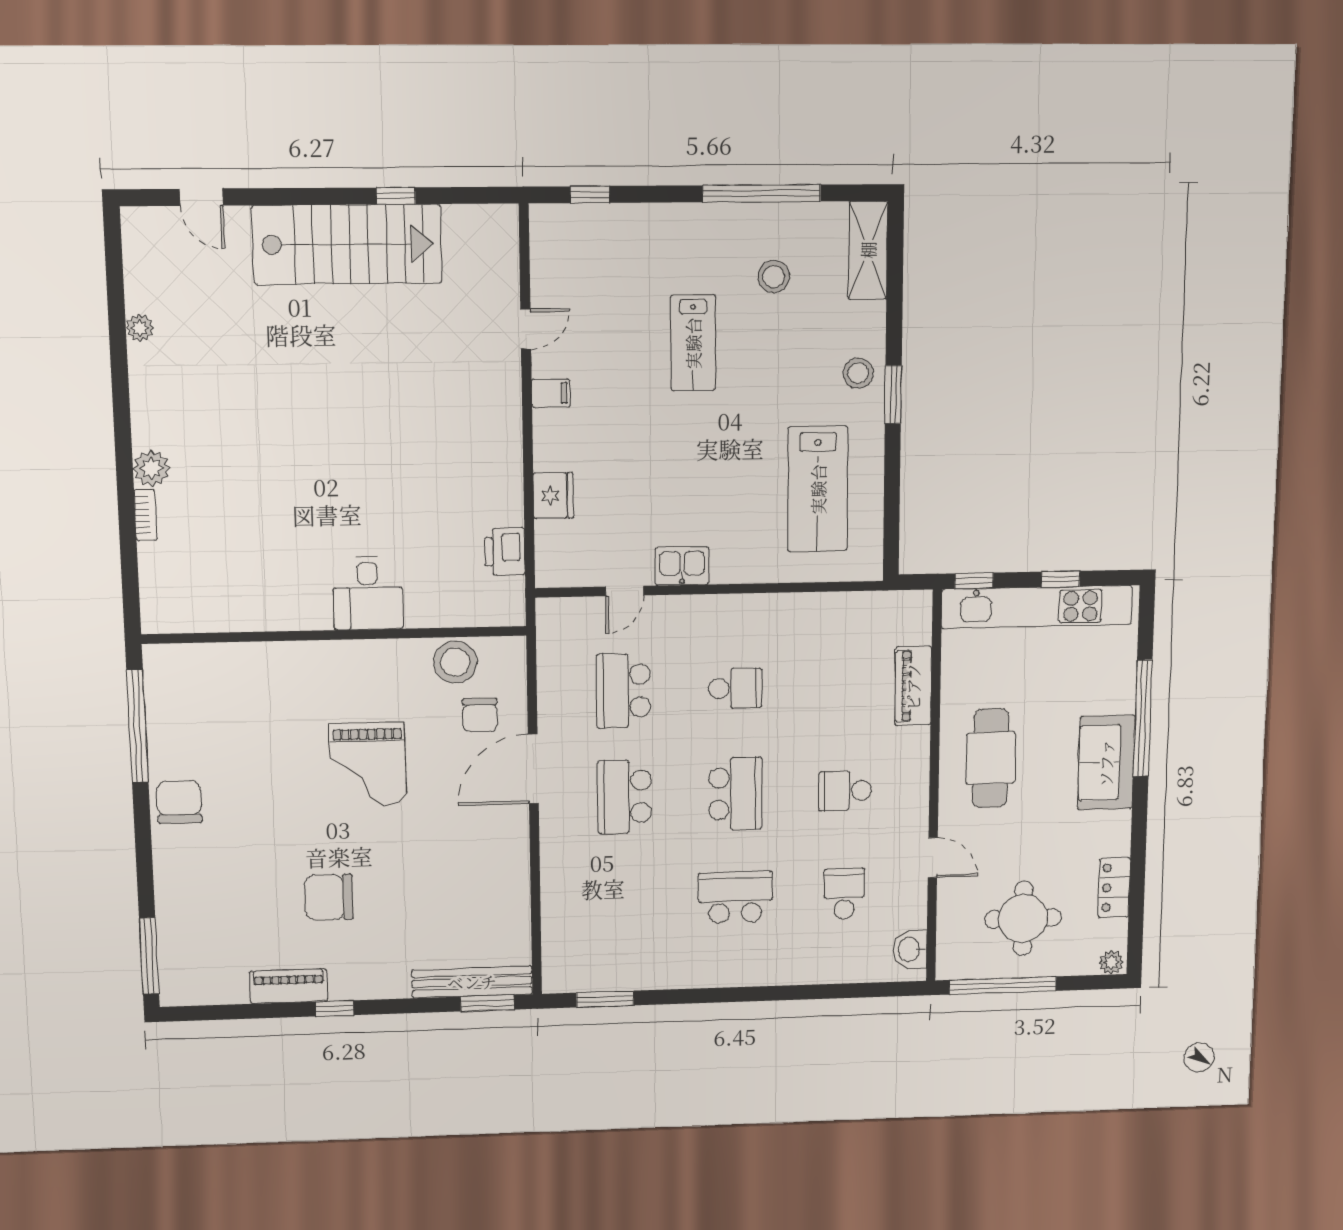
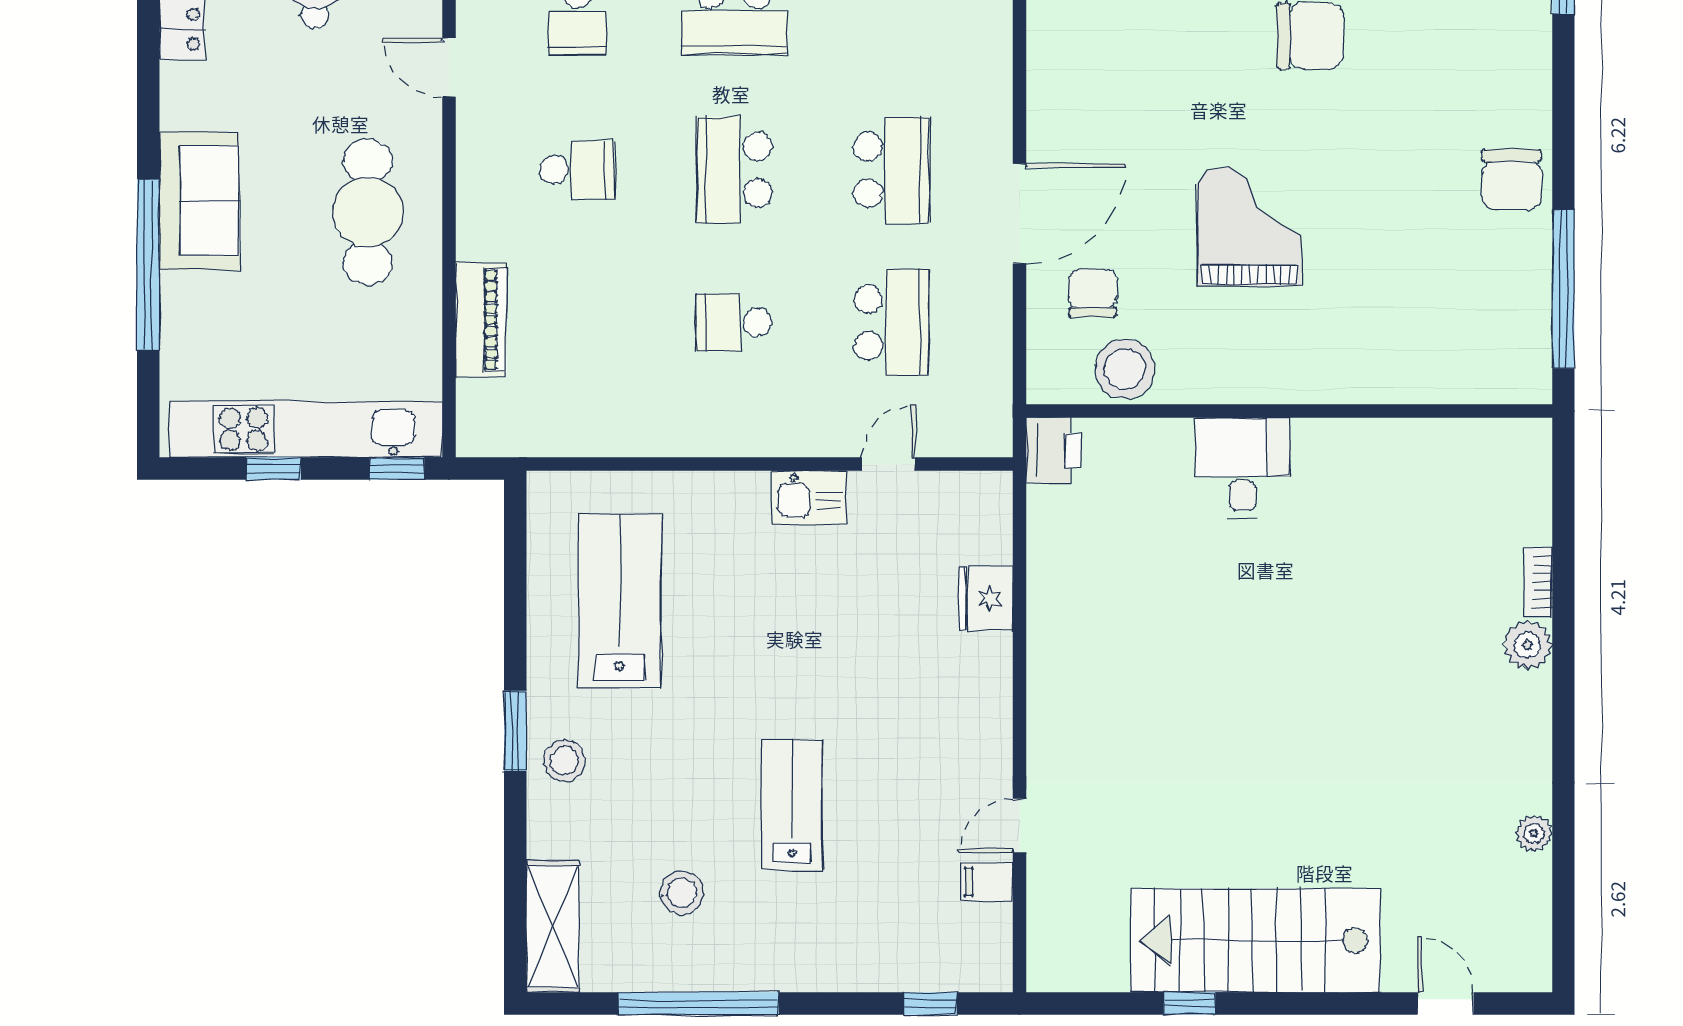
filing cabinet: (551, 393) -> (987, 882), moved
printer: (505, 551) -> (1053, 451), moved

